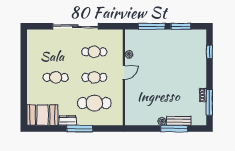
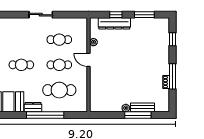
sliding door: (75, 26) -> (41, 15), width x0.54
window: (152, 26) -> (116, 15), width x0.46
dresser: (150, 35) -> (114, 23), added
door: (124, 72) -> (88, 60), swing flipped
window: (209, 102) -> (173, 76), moved
window: (80, 129) -> (45, 115), width x1.46

